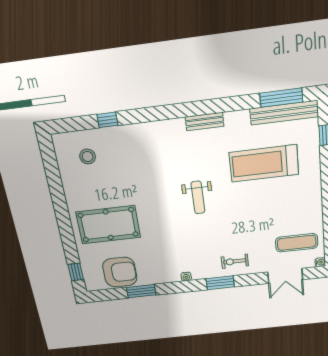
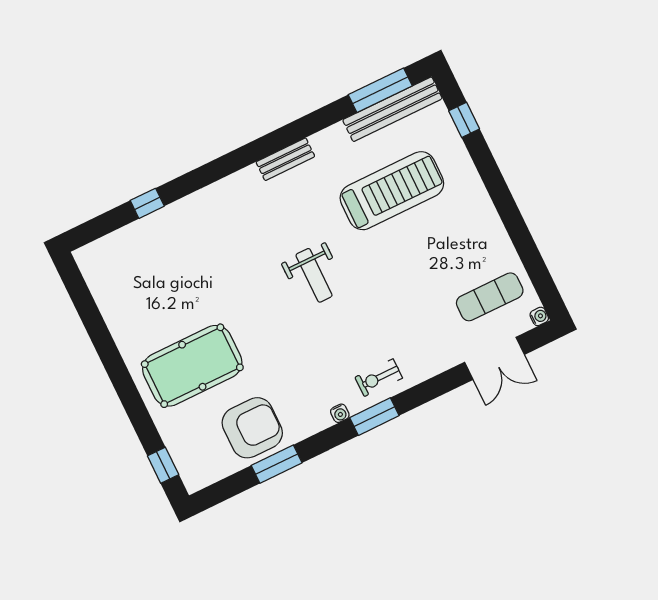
stool: (88, 156) -> (133, 267), removed
treadmill: (264, 163) -> (392, 191), turned 180
exercise bike: (235, 261) -> (379, 378), moved
armchair: (120, 272) -> (252, 428), moved
window: (220, 283) -> (374, 417), moved

